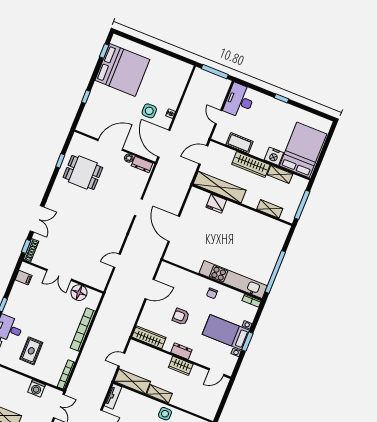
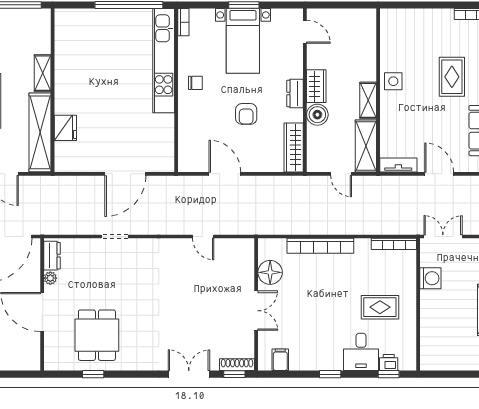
shelving: (270, 209) -> (43, 73), moved
boiler: (163, 360) -> (317, 115), added

